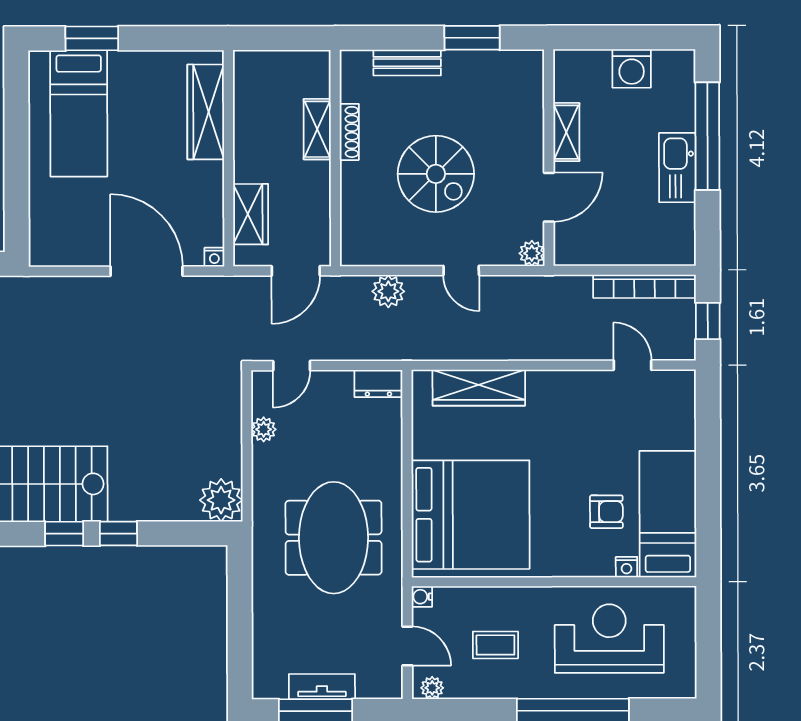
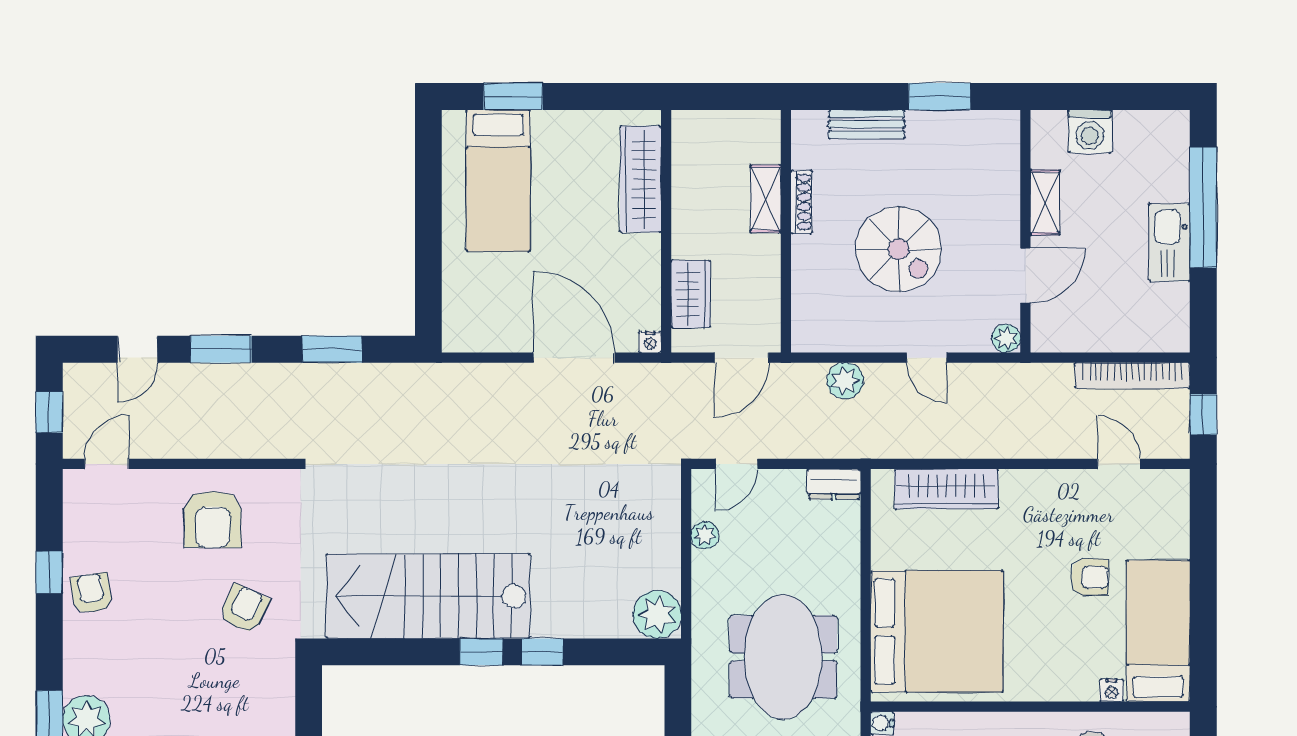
washing machine: (632, 69) -> (1090, 131), moved
armchair: (606, 512) -> (1090, 577), moved

